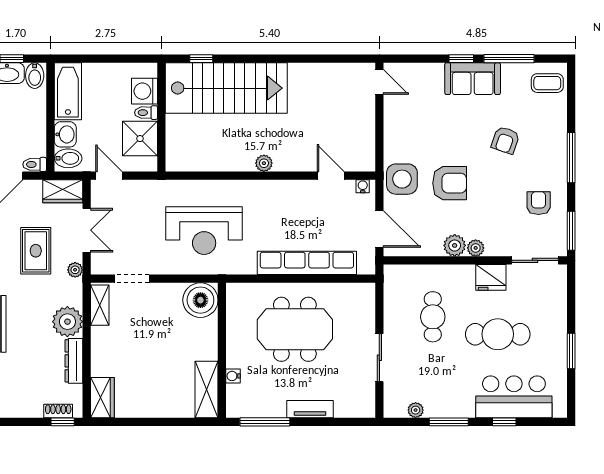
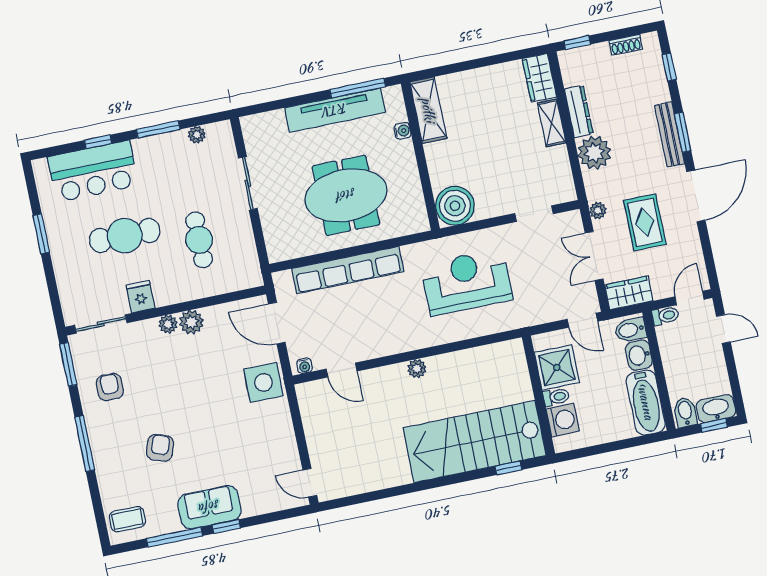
armchair: (450, 183) -> (211, 389), removed
armchair: (539, 203) -> (110, 387), turned 180
fridge: (491, 277) -> (140, 297), width x0.72
shelving: (100, 305) -> (552, 123), moved
tv unit: (310, 409) -> (335, 110), width x1.92, depth x1.29
shoe rack: (58, 411) -> (626, 45), moved

